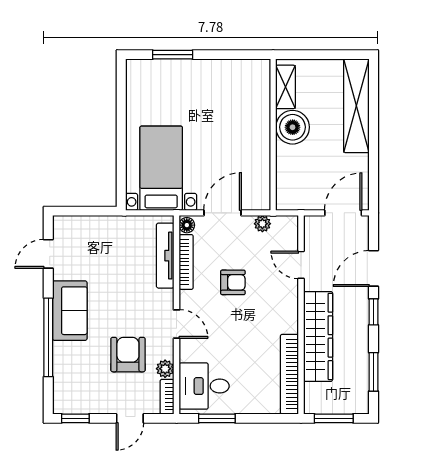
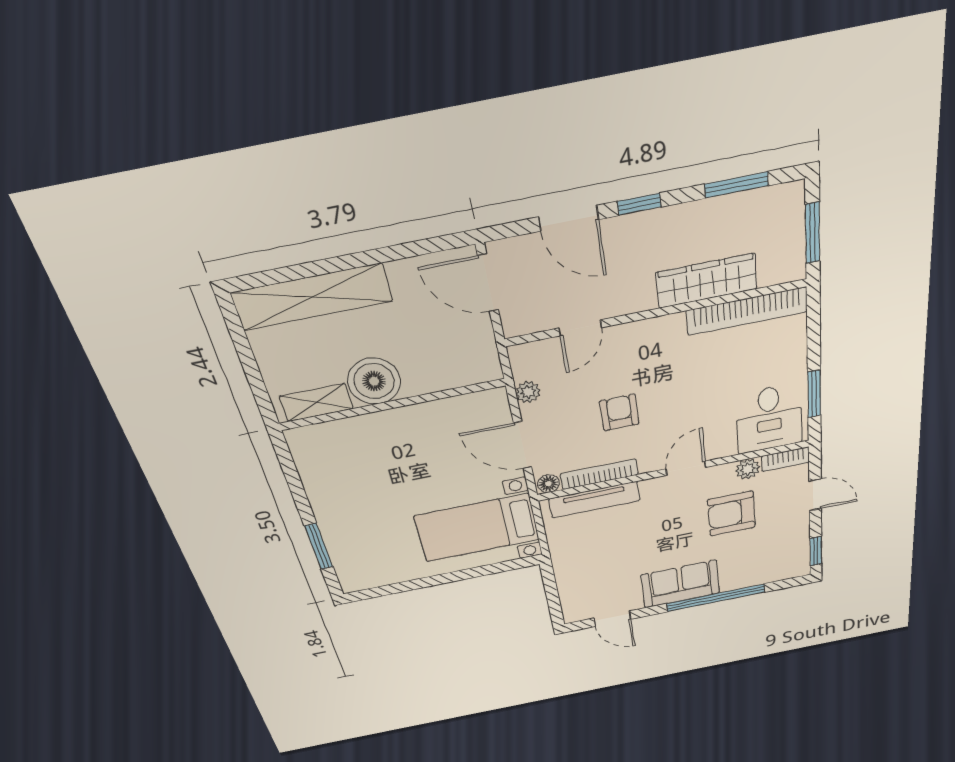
wardrobe: (318, 336) -> (707, 281), width x0.71, depth x0.85

